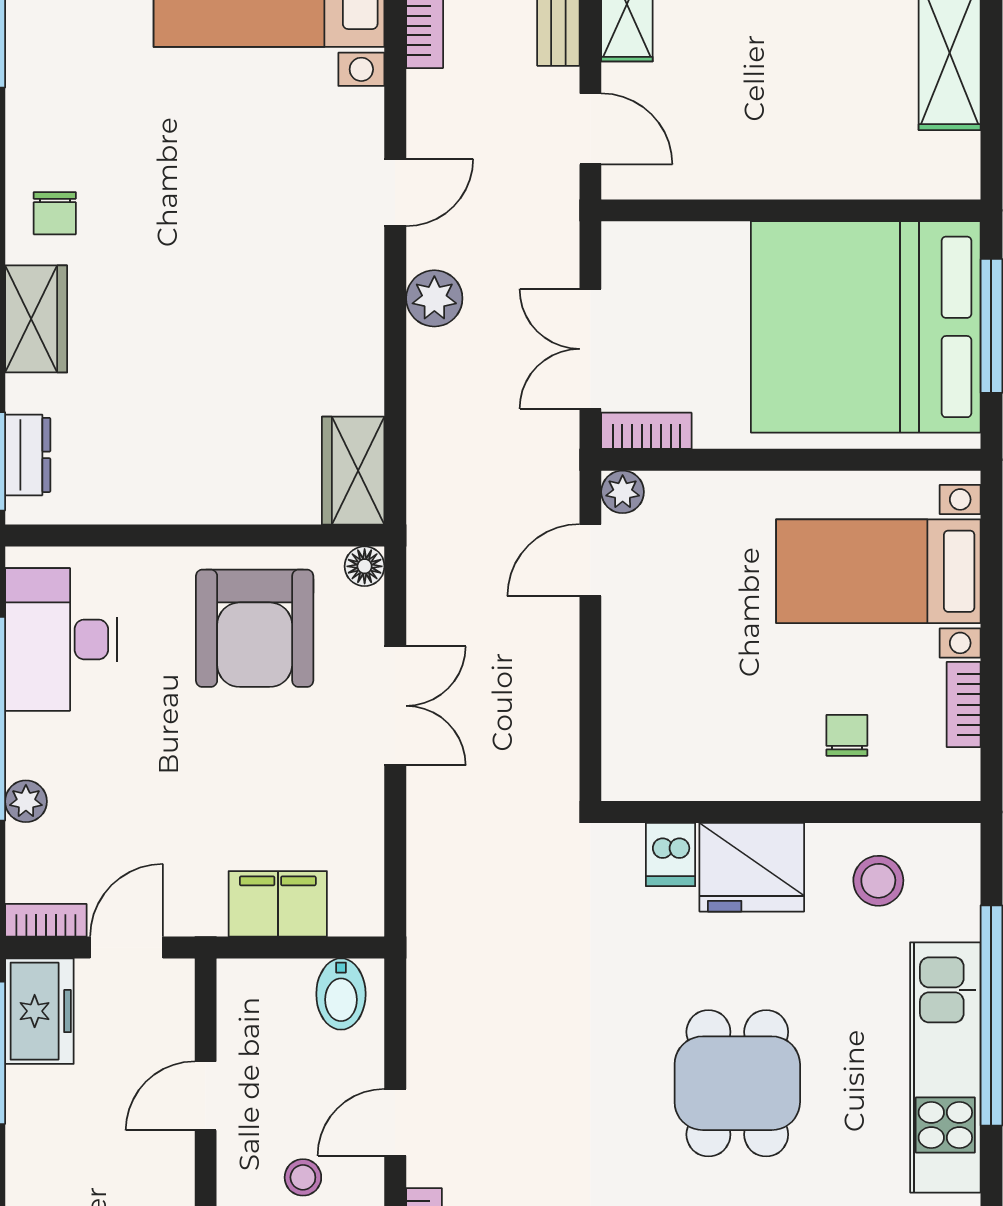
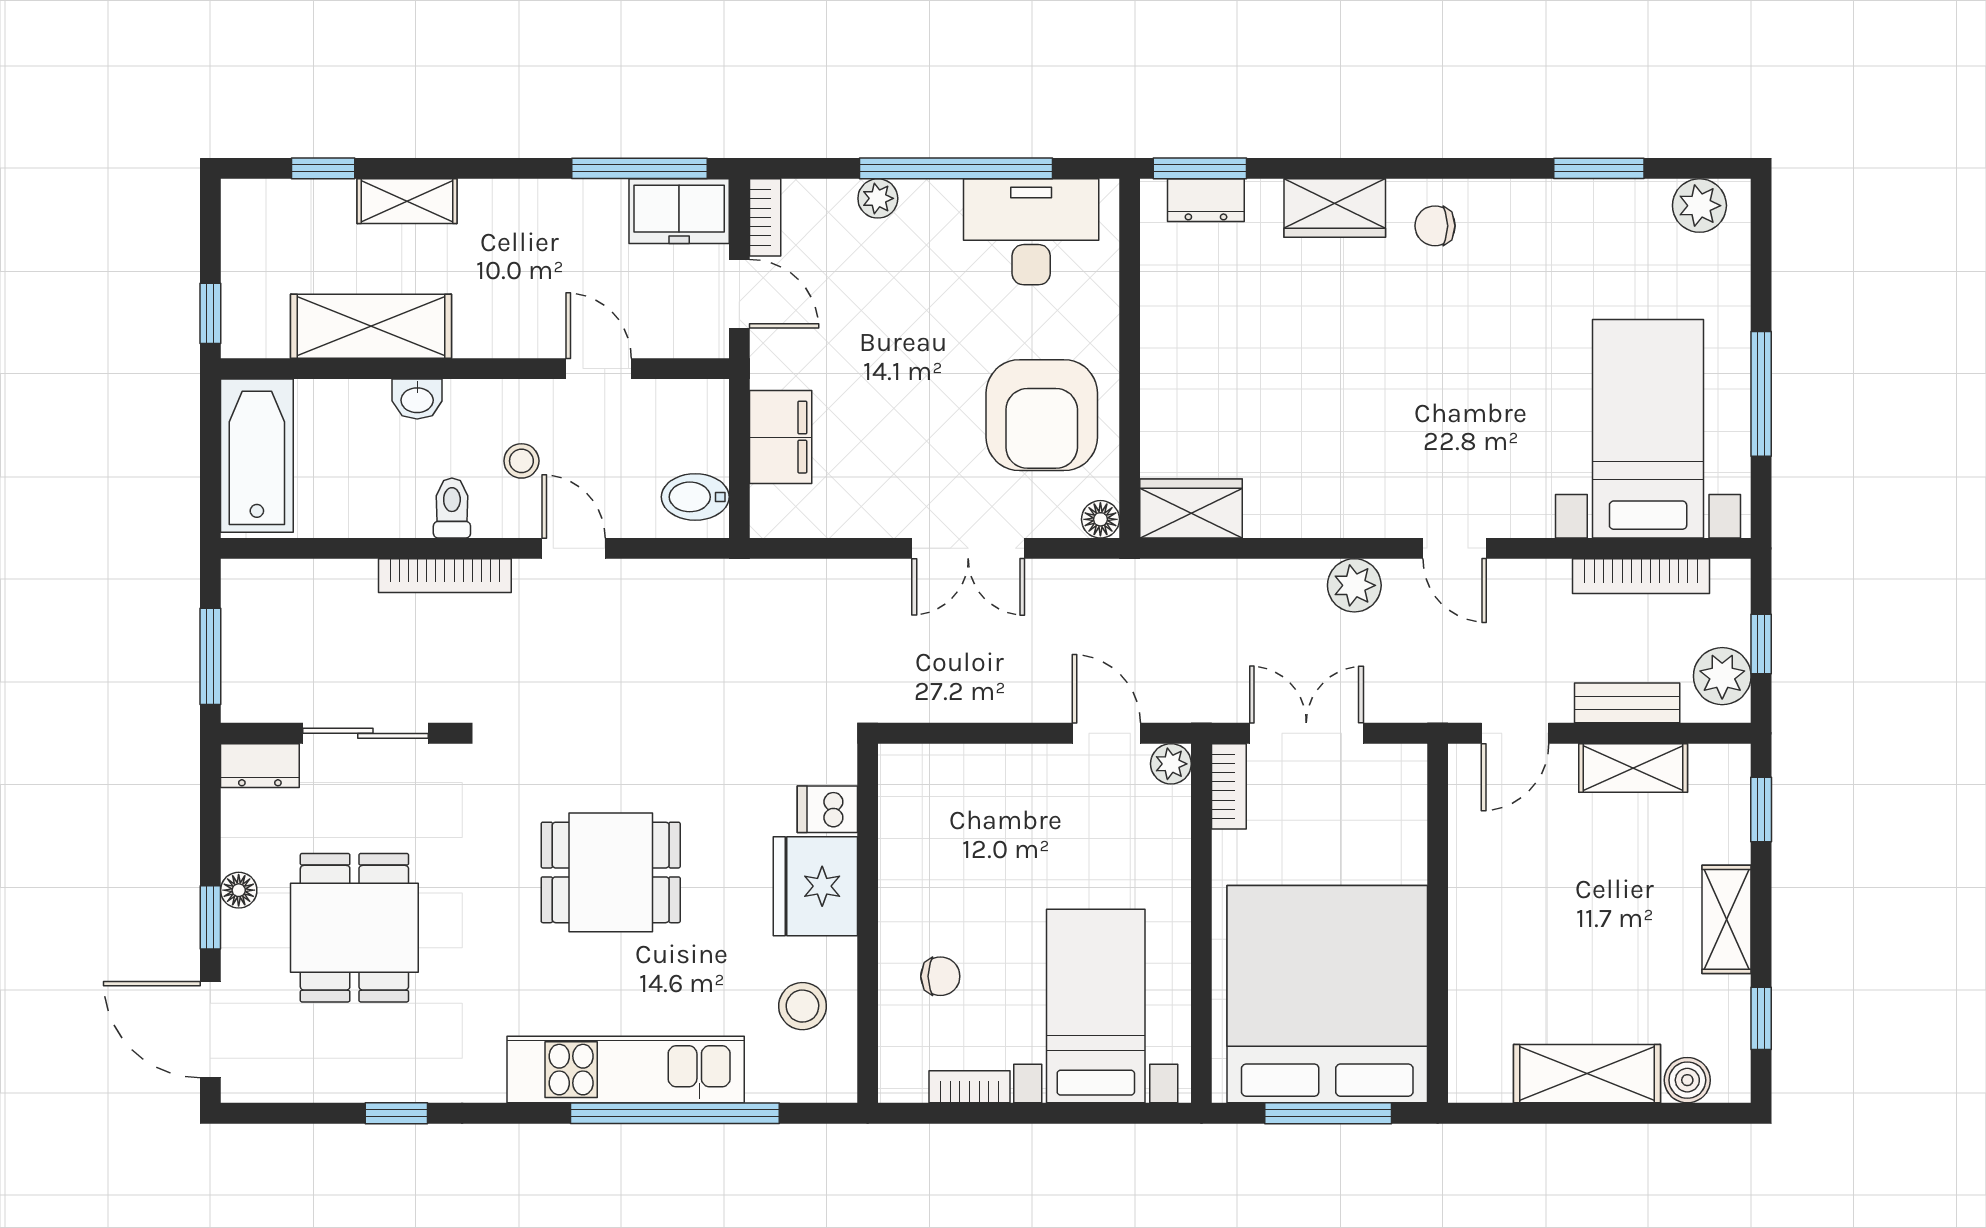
armchair: (255, 628) -> (1042, 415), turned -90

